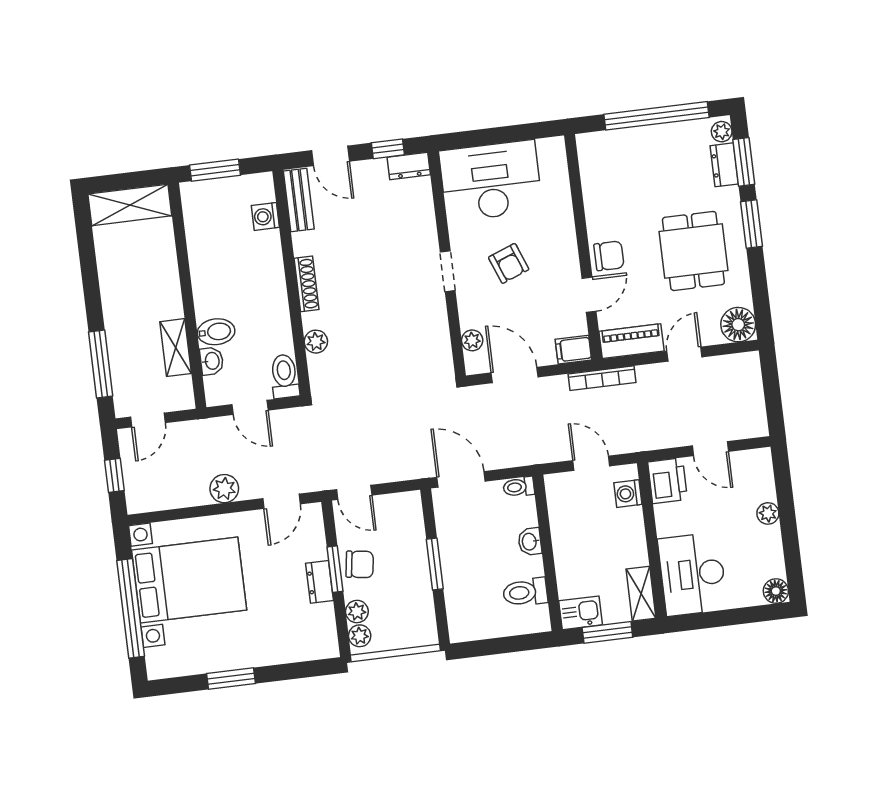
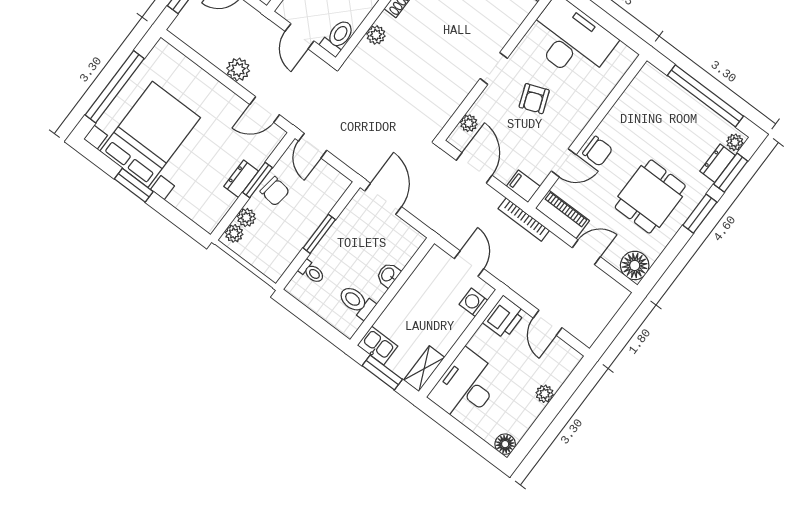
toilet: (519, 487) -> (312, 272), moved, turned 180
bed with nightstands: (189, 580) -> (150, 134), moved, turned -90

